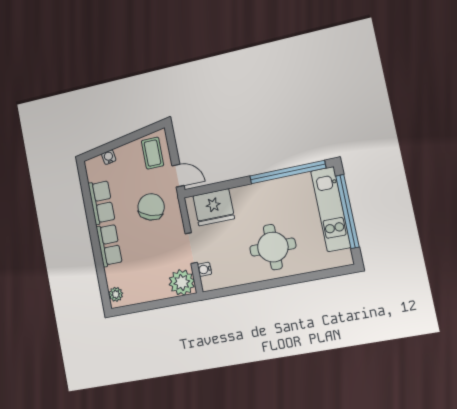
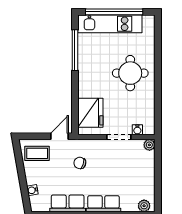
window: (288, 172) -> (75, 50), width x0.68
chair: (151, 207) -> (80, 163), width x0.54, depth x0.54
plant: (182, 282) -> (149, 145), width x0.53, depth x0.53

